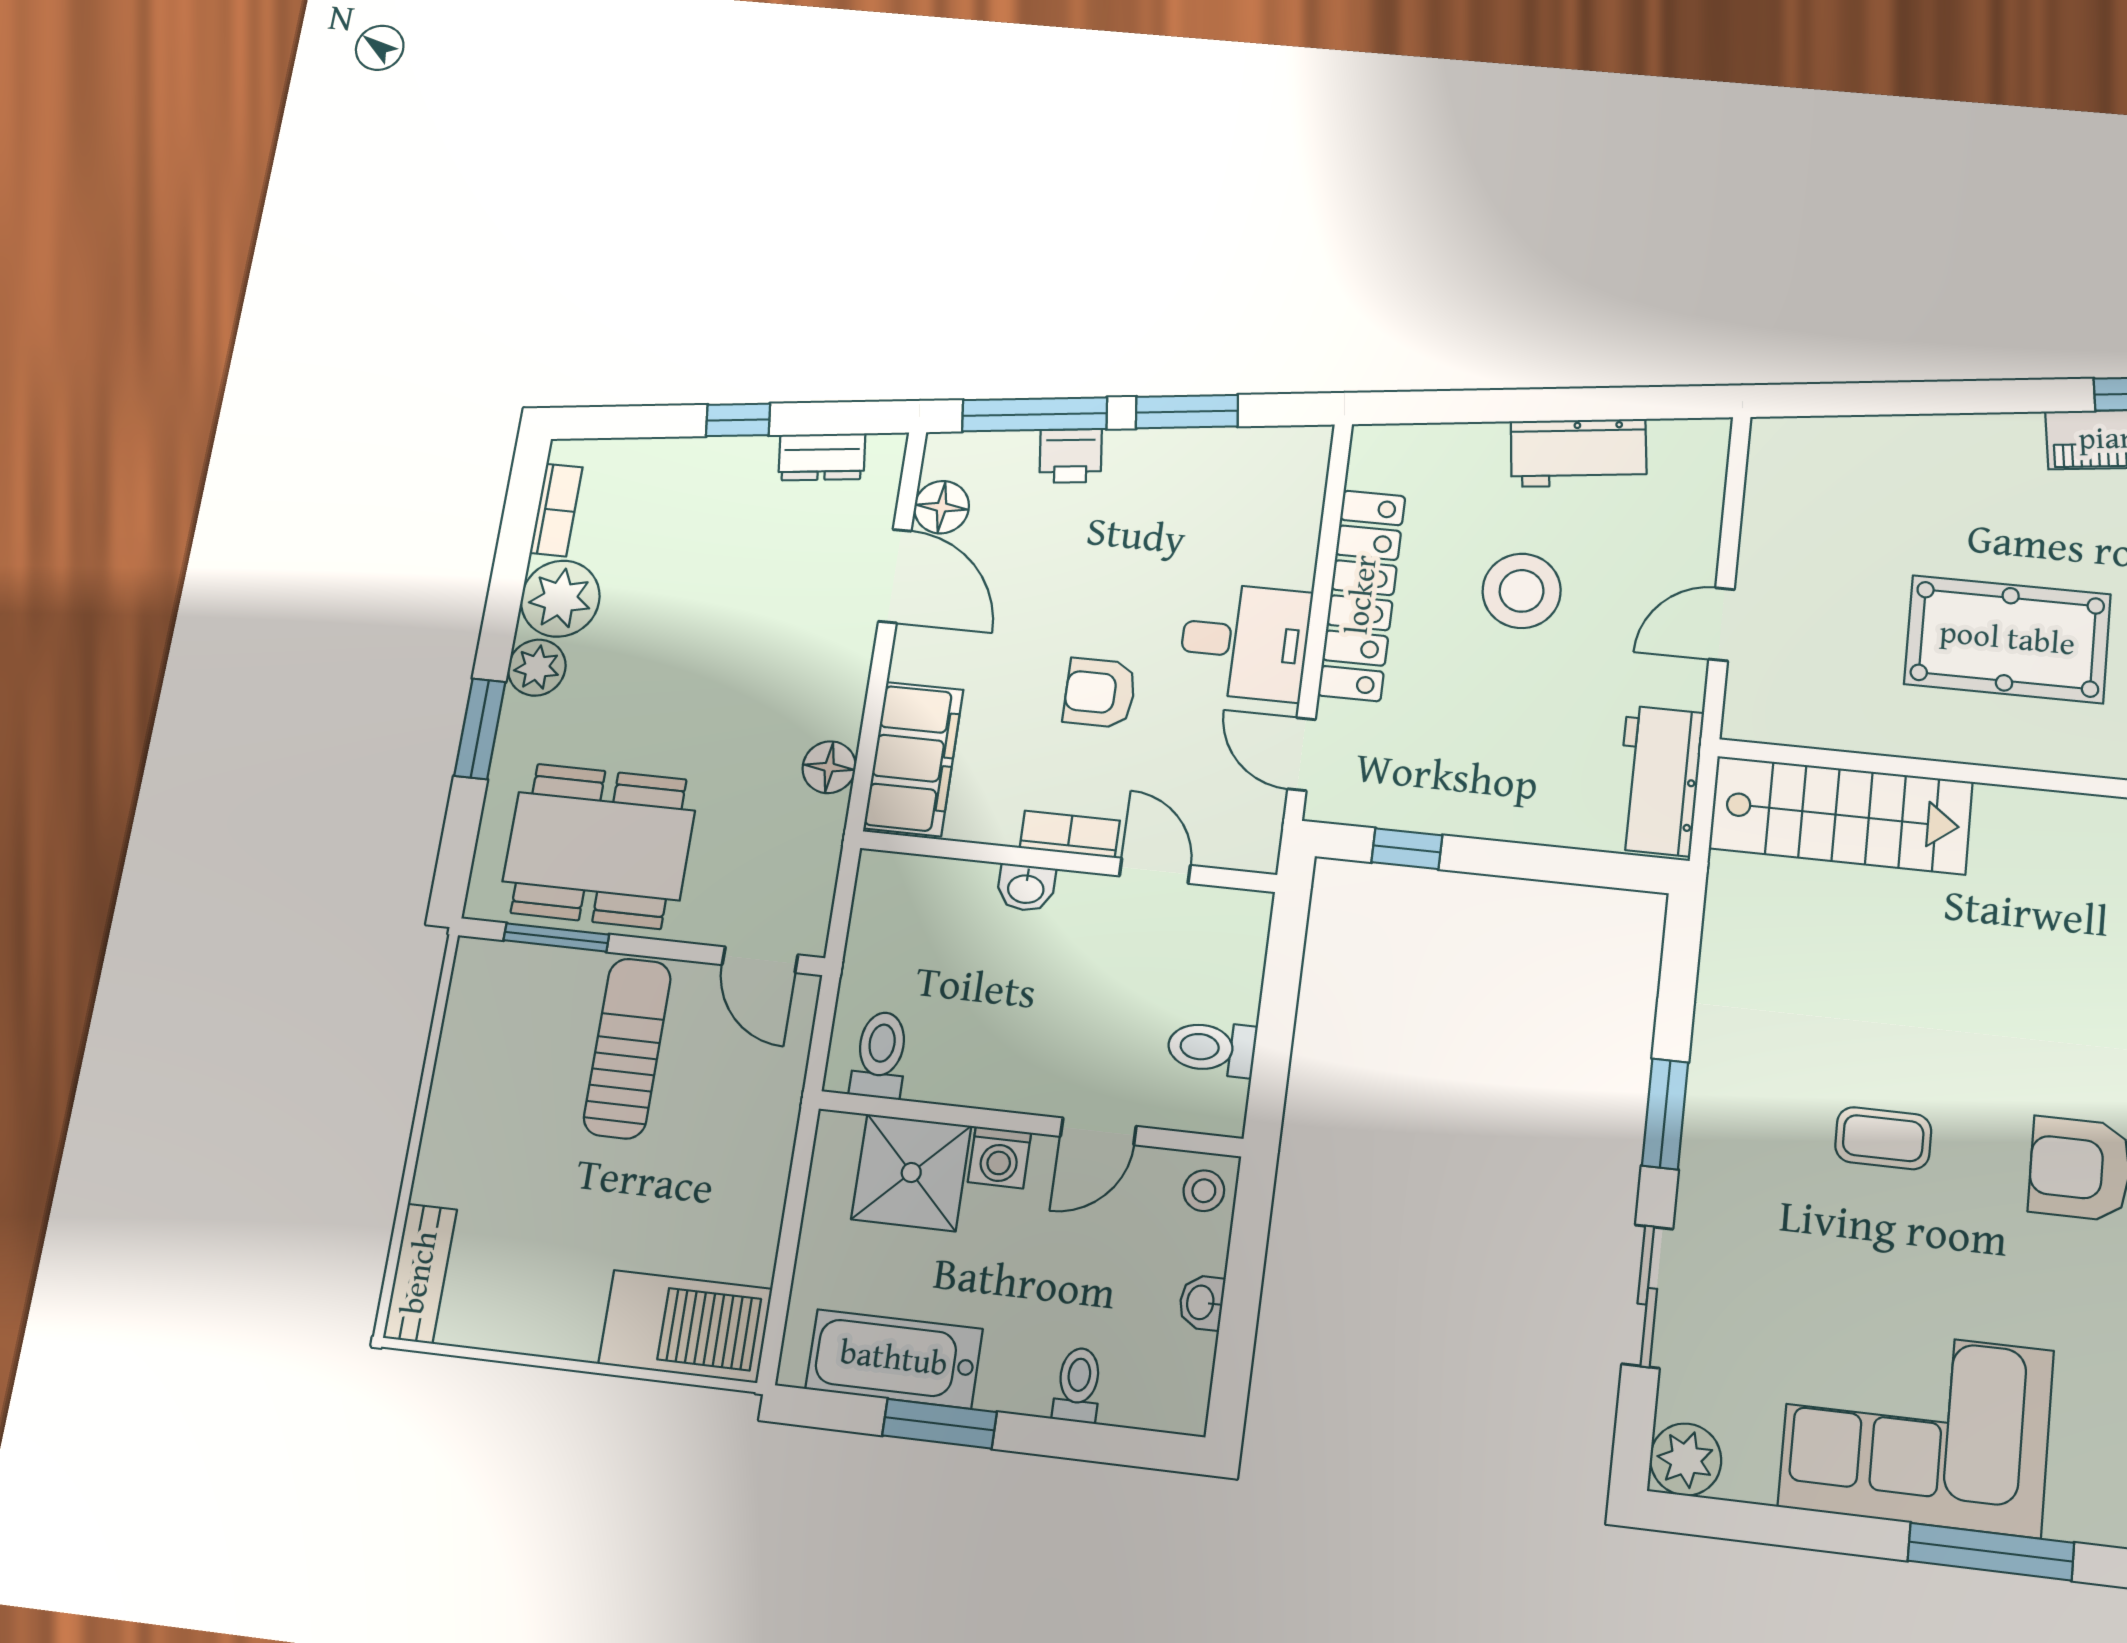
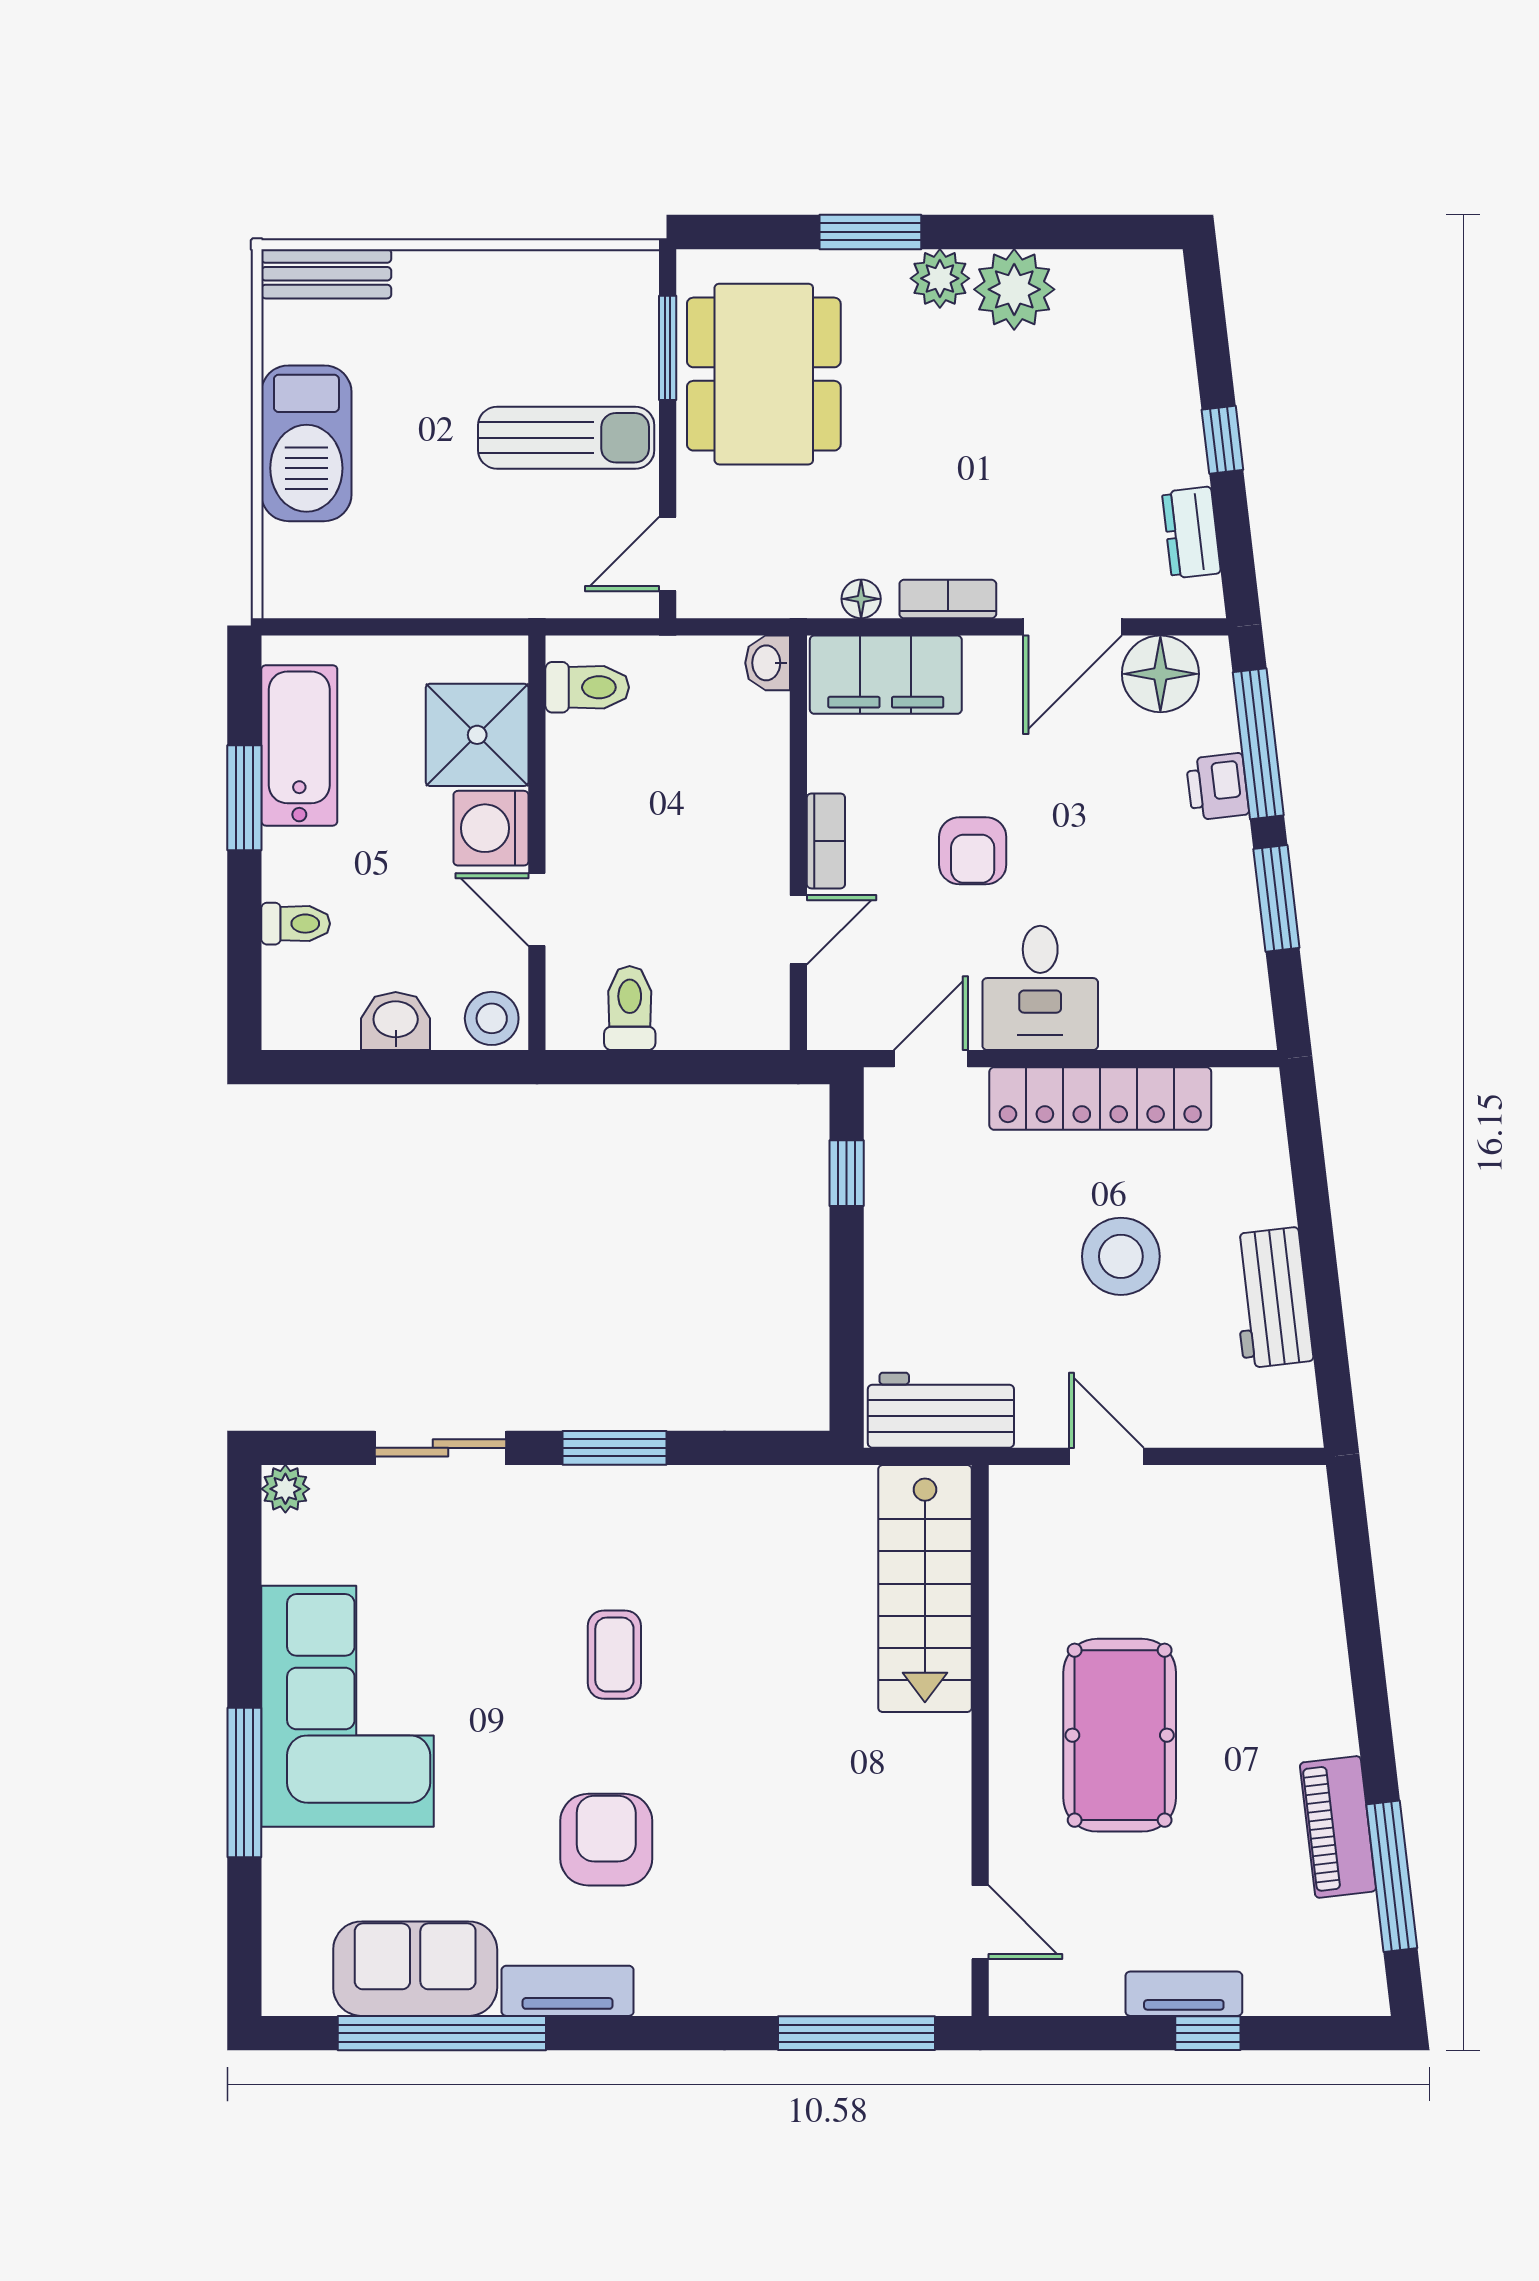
floor lamp: (942, 507) -> (1160, 674), width x1.38, depth x1.38
bookcase: (556, 510) -> (948, 599), moved, turned 180
armchair: (1100, 693) -> (973, 851), turned 180
floor lamp: (829, 767) -> (861, 599), width x0.73, depth x0.73
washbasin: (1026, 888) -> (768, 663), moved
washing machine: (999, 1157) -> (491, 828), width x1.38, depth x1.38
stool: (1204, 1191) -> (492, 1018), width x1.37, depth x1.37
washbasin: (1202, 1303) -> (396, 1021), width x1.38, depth x1.45
barbecue: (685, 1326) -> (306, 443), moved
plant: (1686, 1459) -> (285, 1489), width x0.73, depth x0.73

